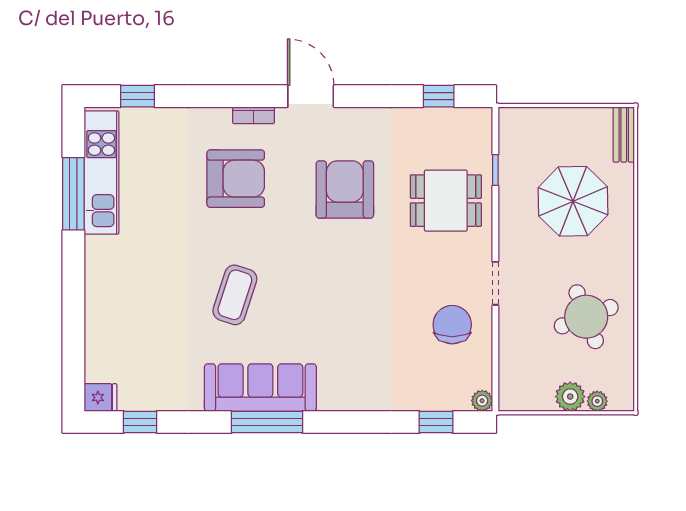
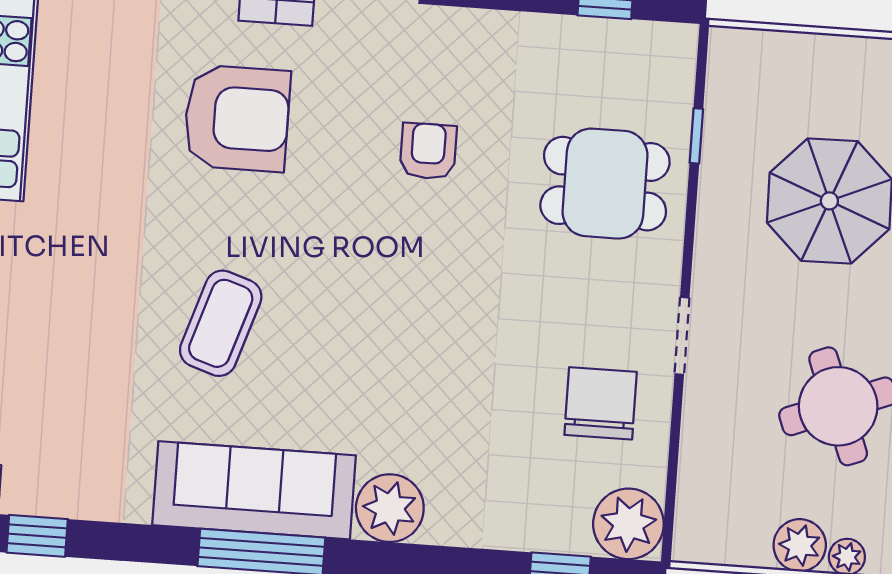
armchair: (345, 189) -> (428, 151), width x0.53, depth x0.53
plant: (338, 392) -> (390, 508), added
plant: (482, 401) -> (628, 524), width x1.87, depth x1.87

